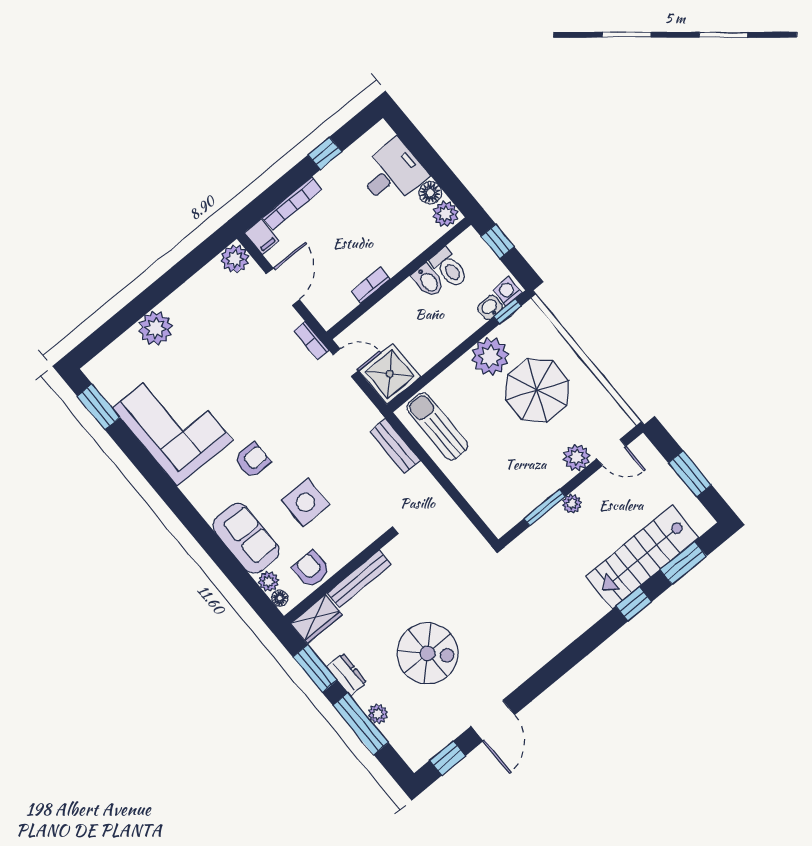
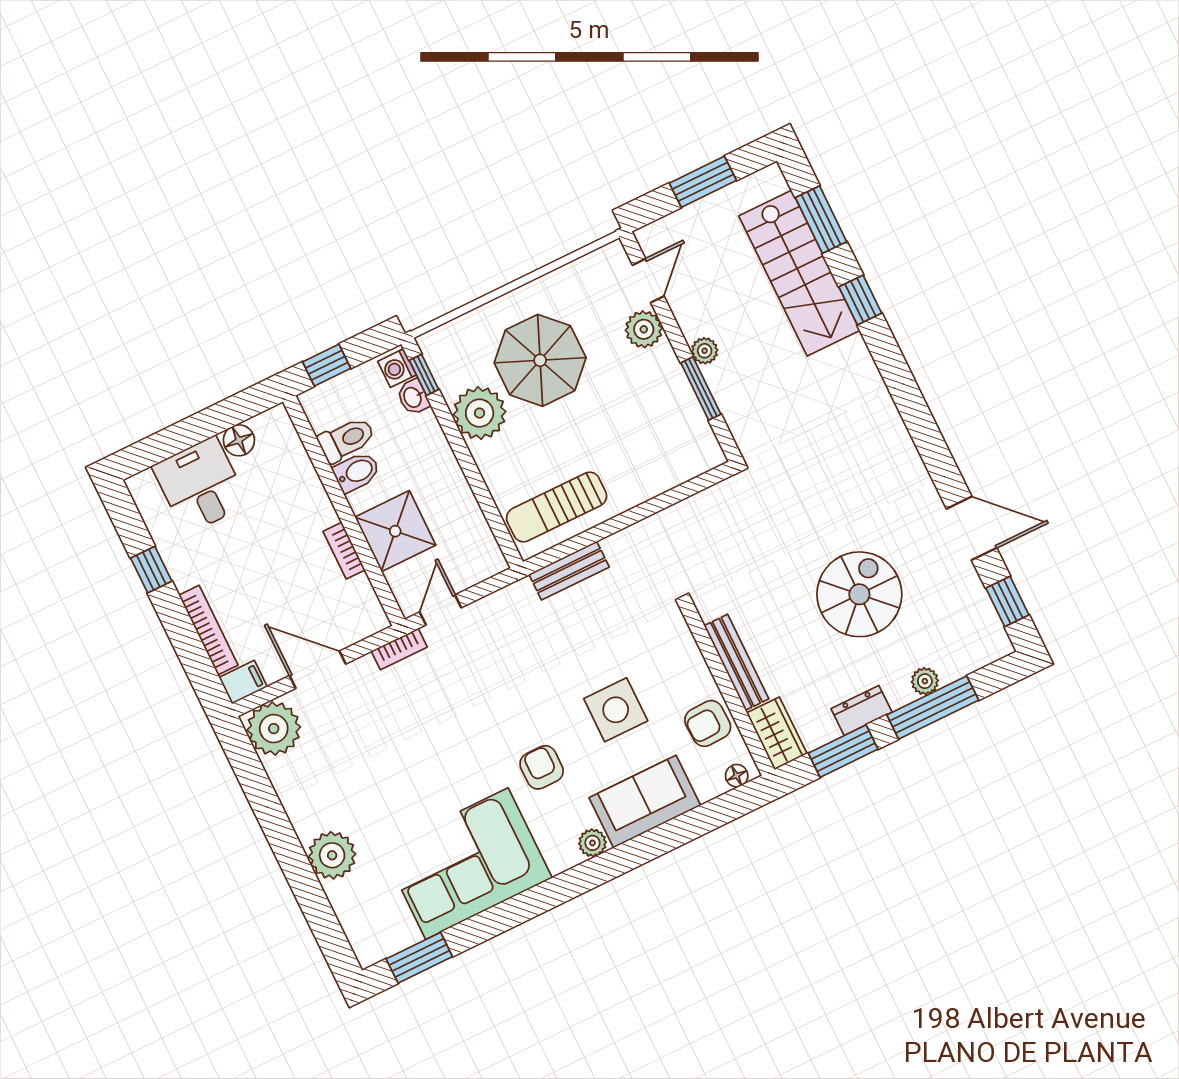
plant: (446, 214) -> (272, 427), removed
plant: (235, 259) -> (274, 729), width x1.36, depth x1.36
shower: (390, 374) -> (395, 531), moved
plant: (269, 581) -> (592, 843), moved

